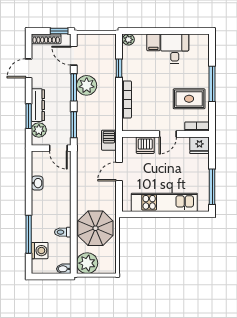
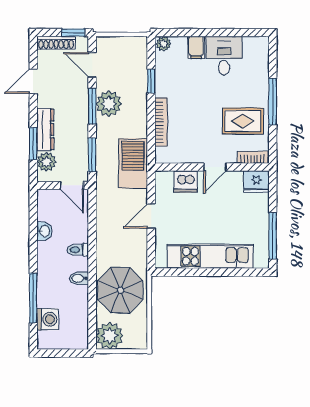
barbecue: (109, 140) -> (133, 163), width x1.88, depth x1.53
toilet: (63, 232) -> (78, 250), moved
bidet: (64, 269) -> (79, 278), moved

